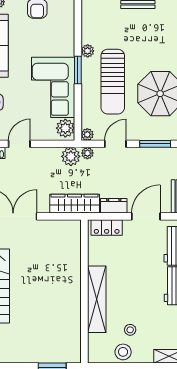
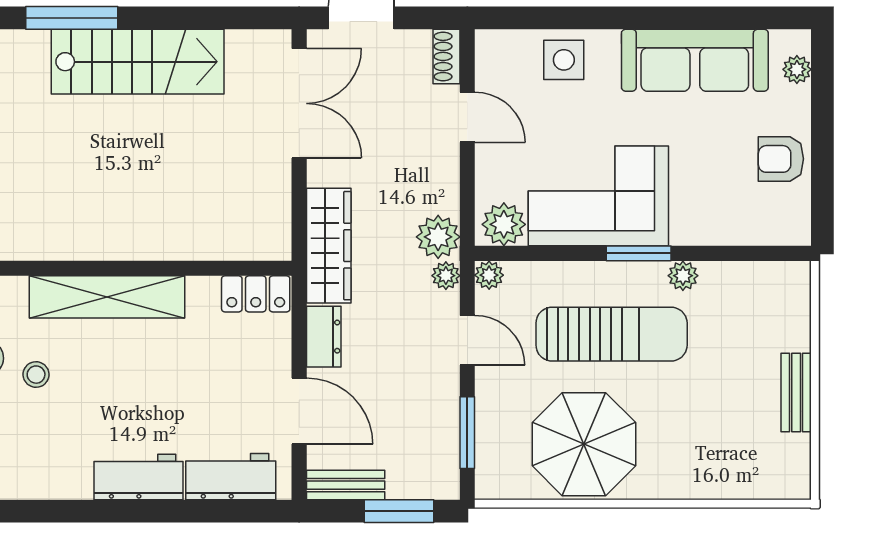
sun lounger: (113, 82) -> (612, 334), turned 180
locker: (107, 227) -> (256, 294), moved, turned -90

